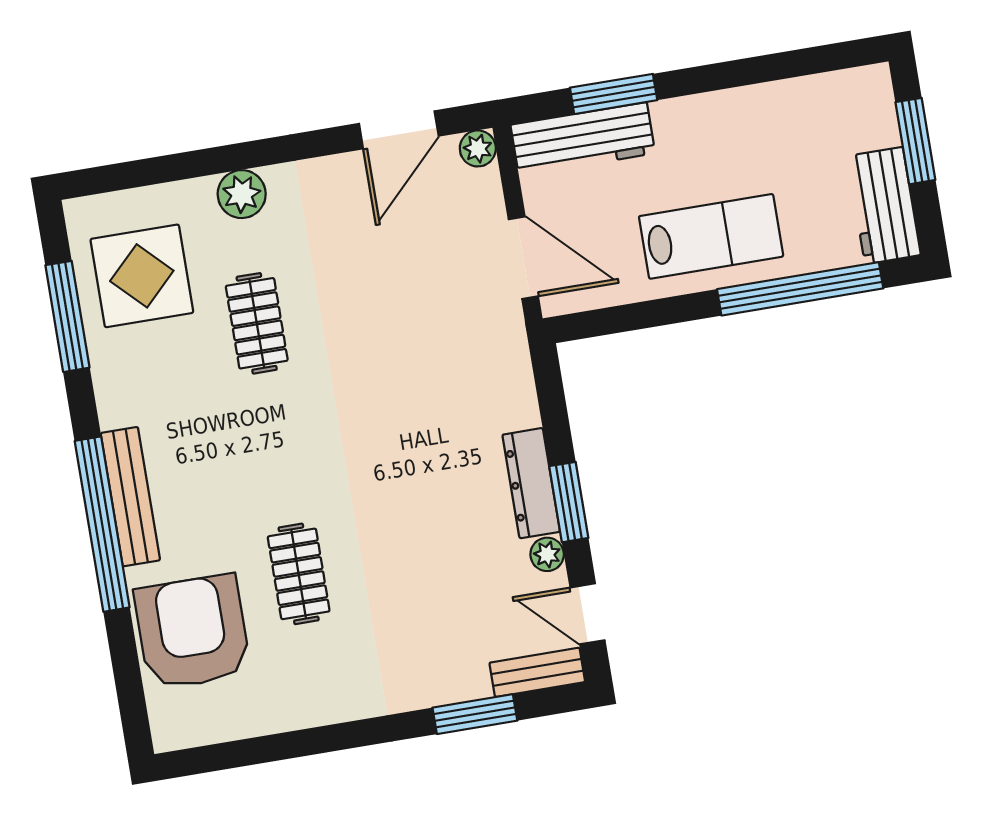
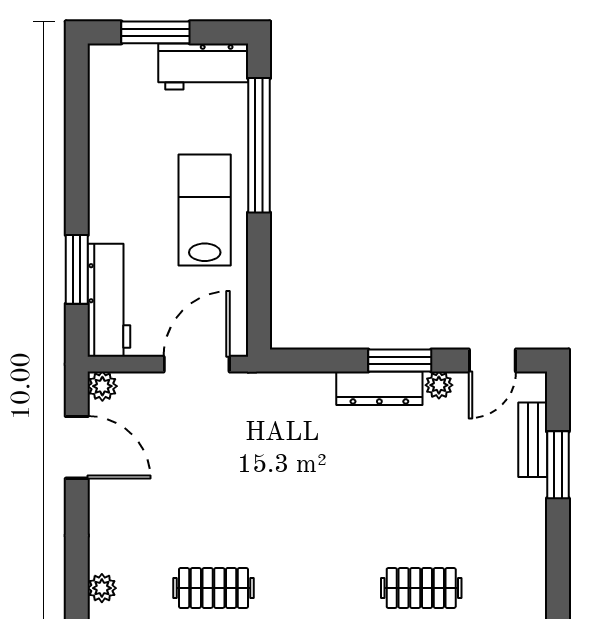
plant: (242, 194) -> (102, 588), width x0.73, depth x0.73
bench: (537, 672) -> (533, 440), moved

